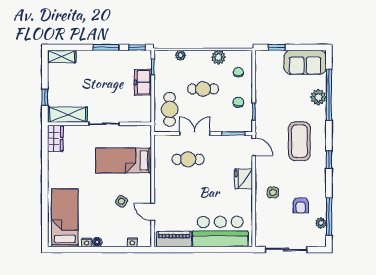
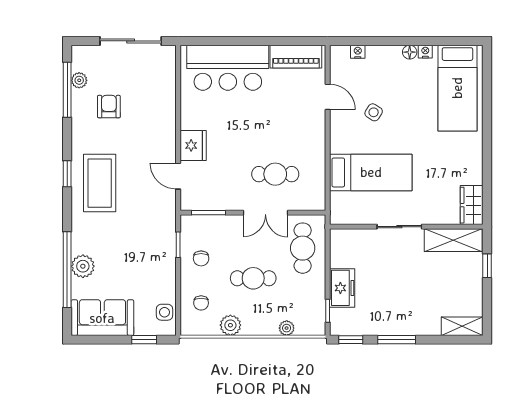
coffee table: (299, 141) -> (100, 183), moved
door: (254, 147) -> (178, 176), moved
side table: (273, 192) -> (164, 312), moved

